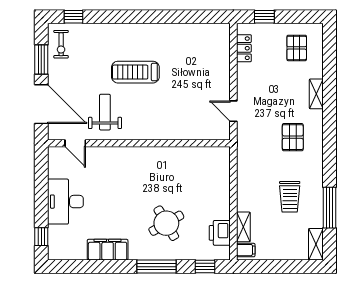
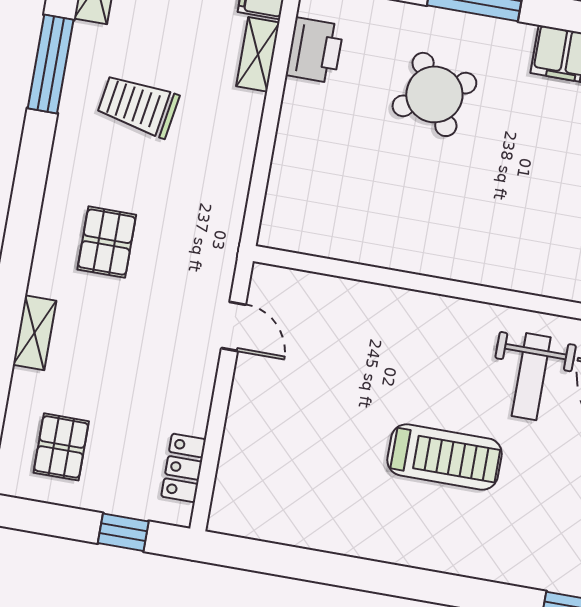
trolley: (290, 197) -> (138, 106), turned -81

